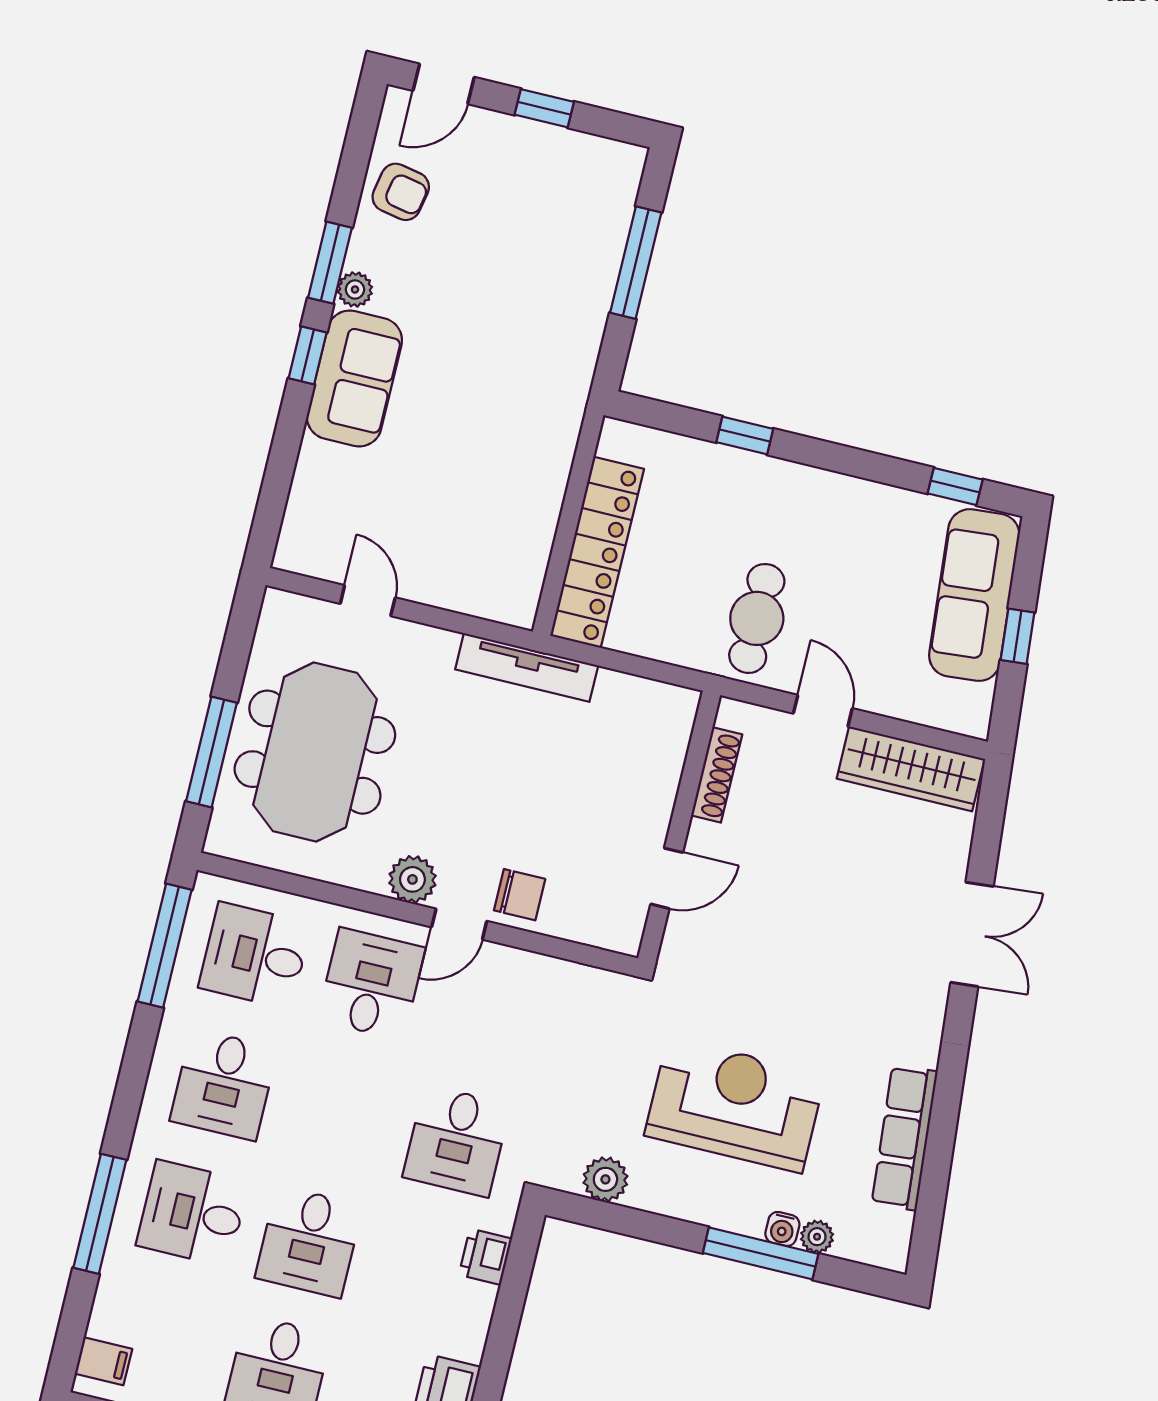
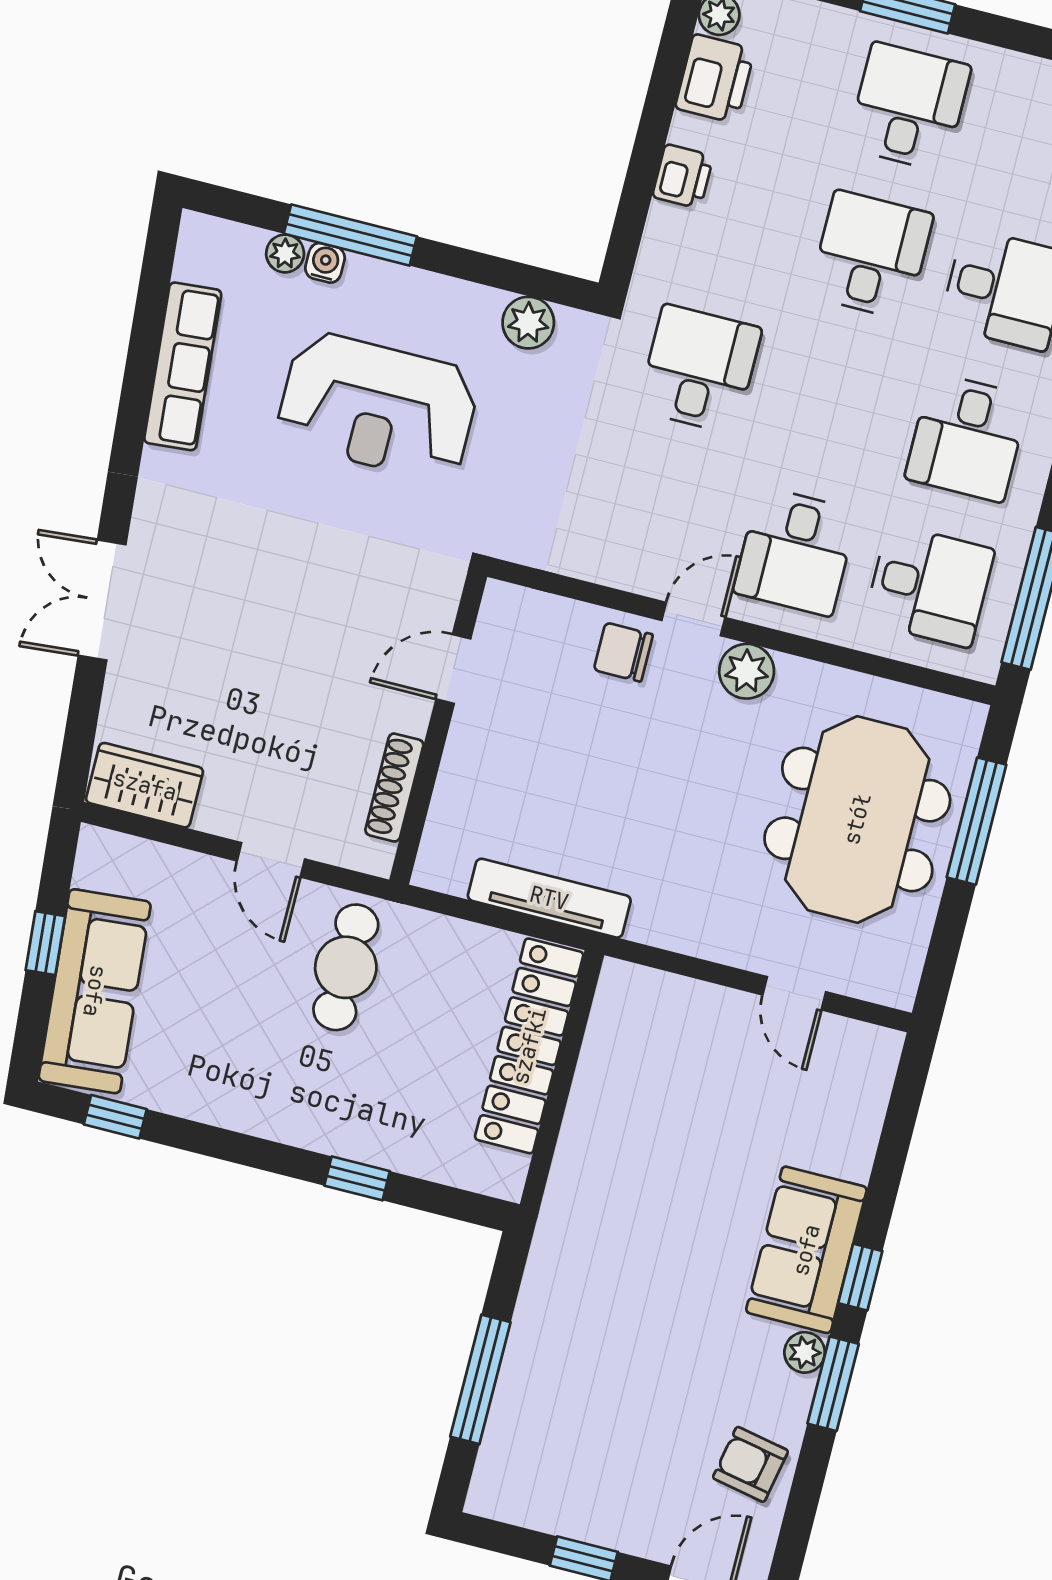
tv unit: (527, 667) -> (549, 898), moved
wardrobe: (911, 769) -> (145, 785), width x0.67
desk: (224, 1085) -> (967, 437), turned 180
printer: (485, 1257) -> (683, 176), moved

